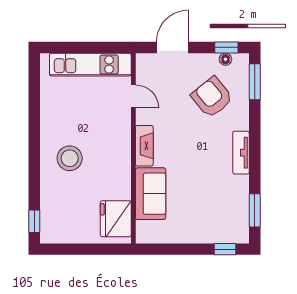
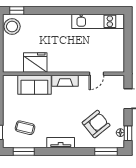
kitchen unit: (90, 65) -> (98, 21), moved, turned -90
stool: (70, 158) -> (12, 26), moved
coffee table: (218, 208) -> (25, 128), added
fridge: (116, 219) -> (35, 62), moved

